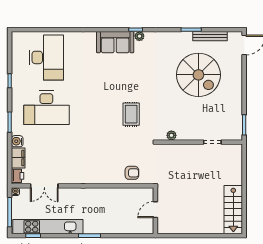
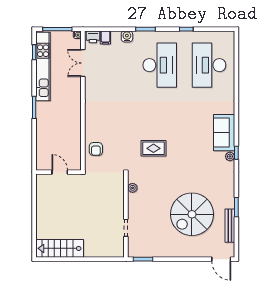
desk: (46, 57) -> (209, 65), turned 90
desk: (46, 108) -> (160, 65), turned 180
filing cabinet: (18, 158) -> (105, 37), width x0.50

